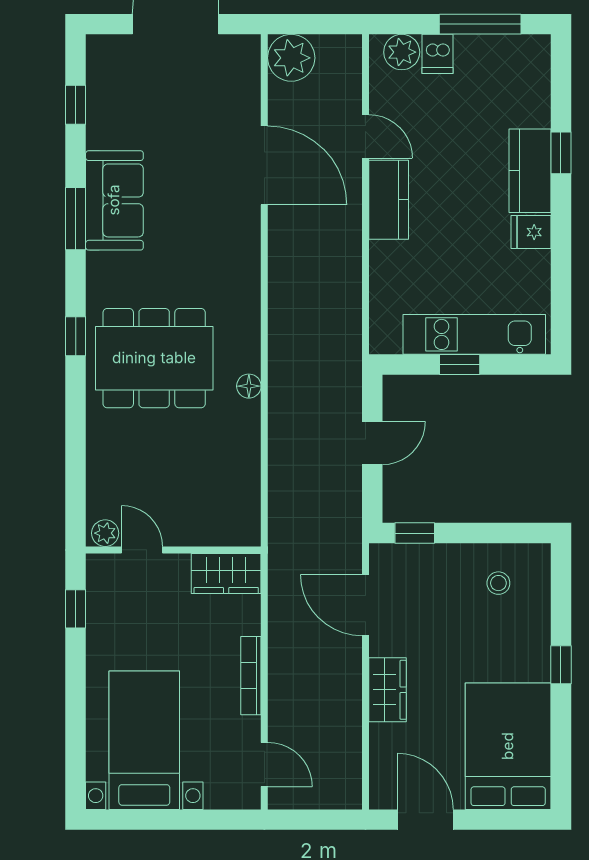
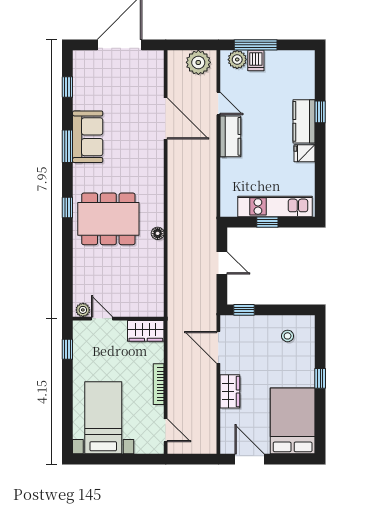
window: (480, 24) -> (256, 45), moved
plant: (291, 58) -> (198, 62), moved
door: (372, 443) -> (222, 263), hinge flipped

